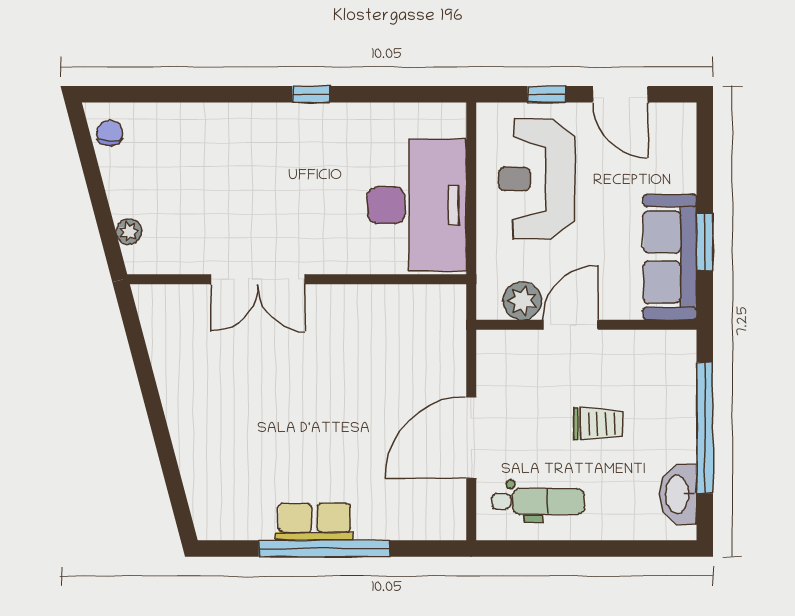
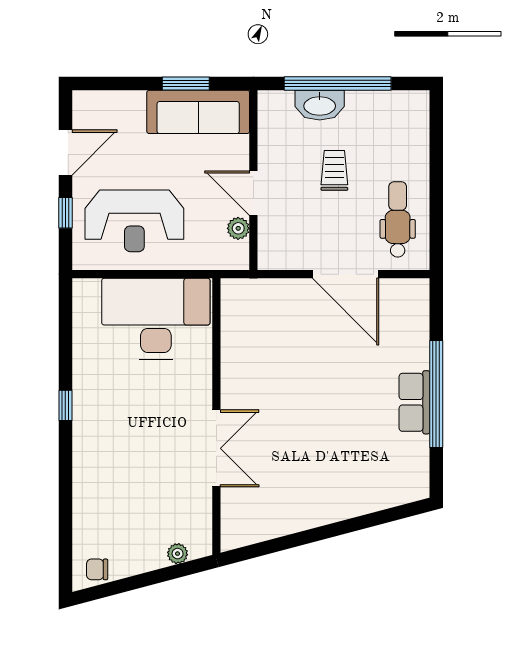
plant: (522, 301) -> (238, 228), width x0.73, depth x0.73
washbasin: (678, 494) -> (320, 105), moved

